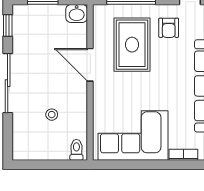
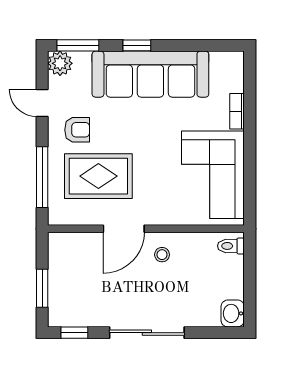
washbasin: (77, 13) -> (233, 313), moved, turned 180
stool: (52, 115) -> (162, 255), moved

